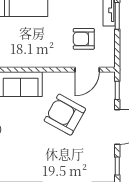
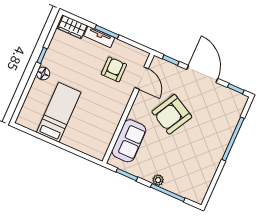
armchair: (84, 39) -> (114, 69), turned 180

